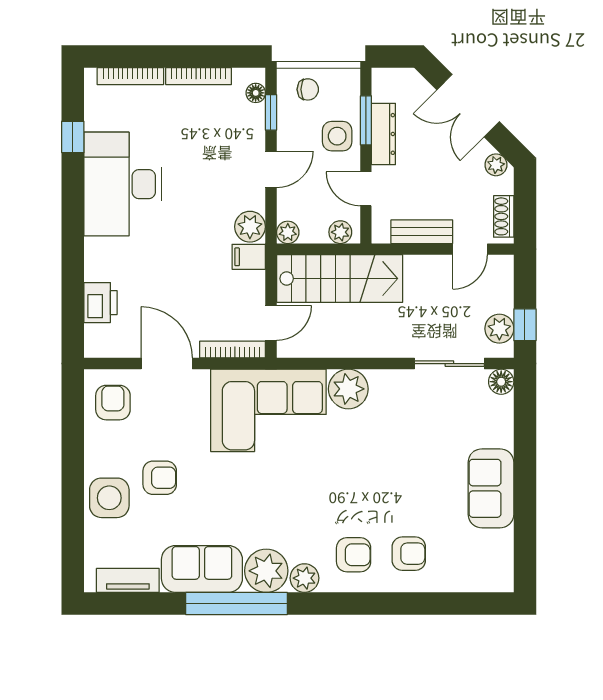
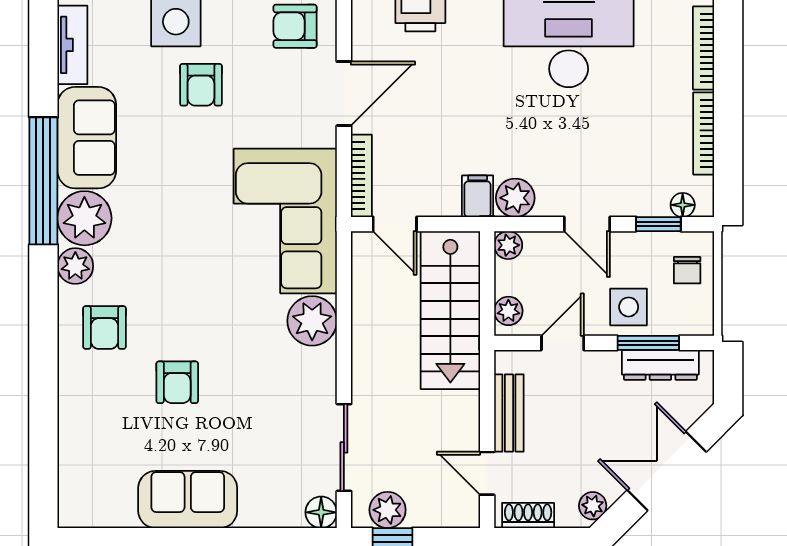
dresser: (383, 134) -> (660, 365), moved
armchair: (113, 403) -> (295, 26), turned 180
armchair: (409, 554) -> (177, 382), moved

